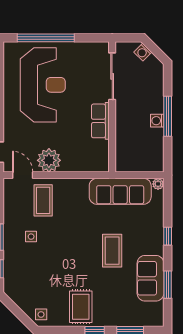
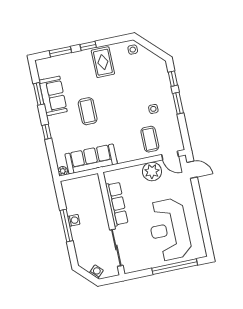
row of seats: (100, 121) -> (117, 204), width x1.48

